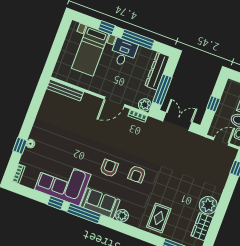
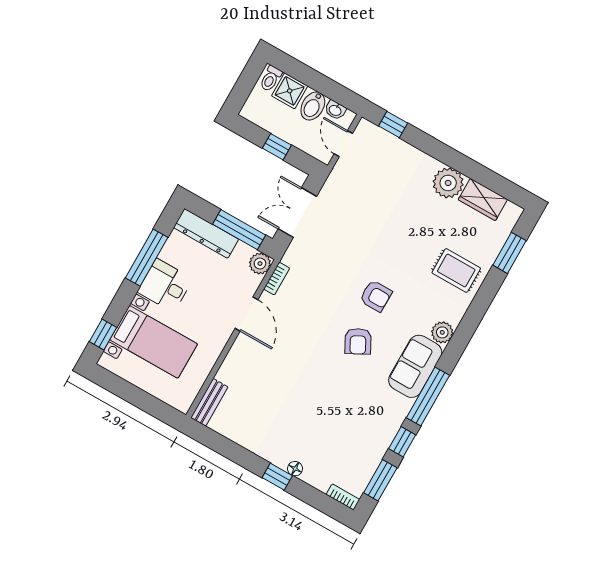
window: (107, 28) -> (103, 334), moved
bench: (65, 90) -> (209, 402), width x0.73
window: (20, 146) -> (277, 477), moved
armchair: (109, 168) -> (358, 341), turned -118
corner sofa: (63, 182) -> (369, 424), removed
window: (32, 194) -> (380, 480), added

